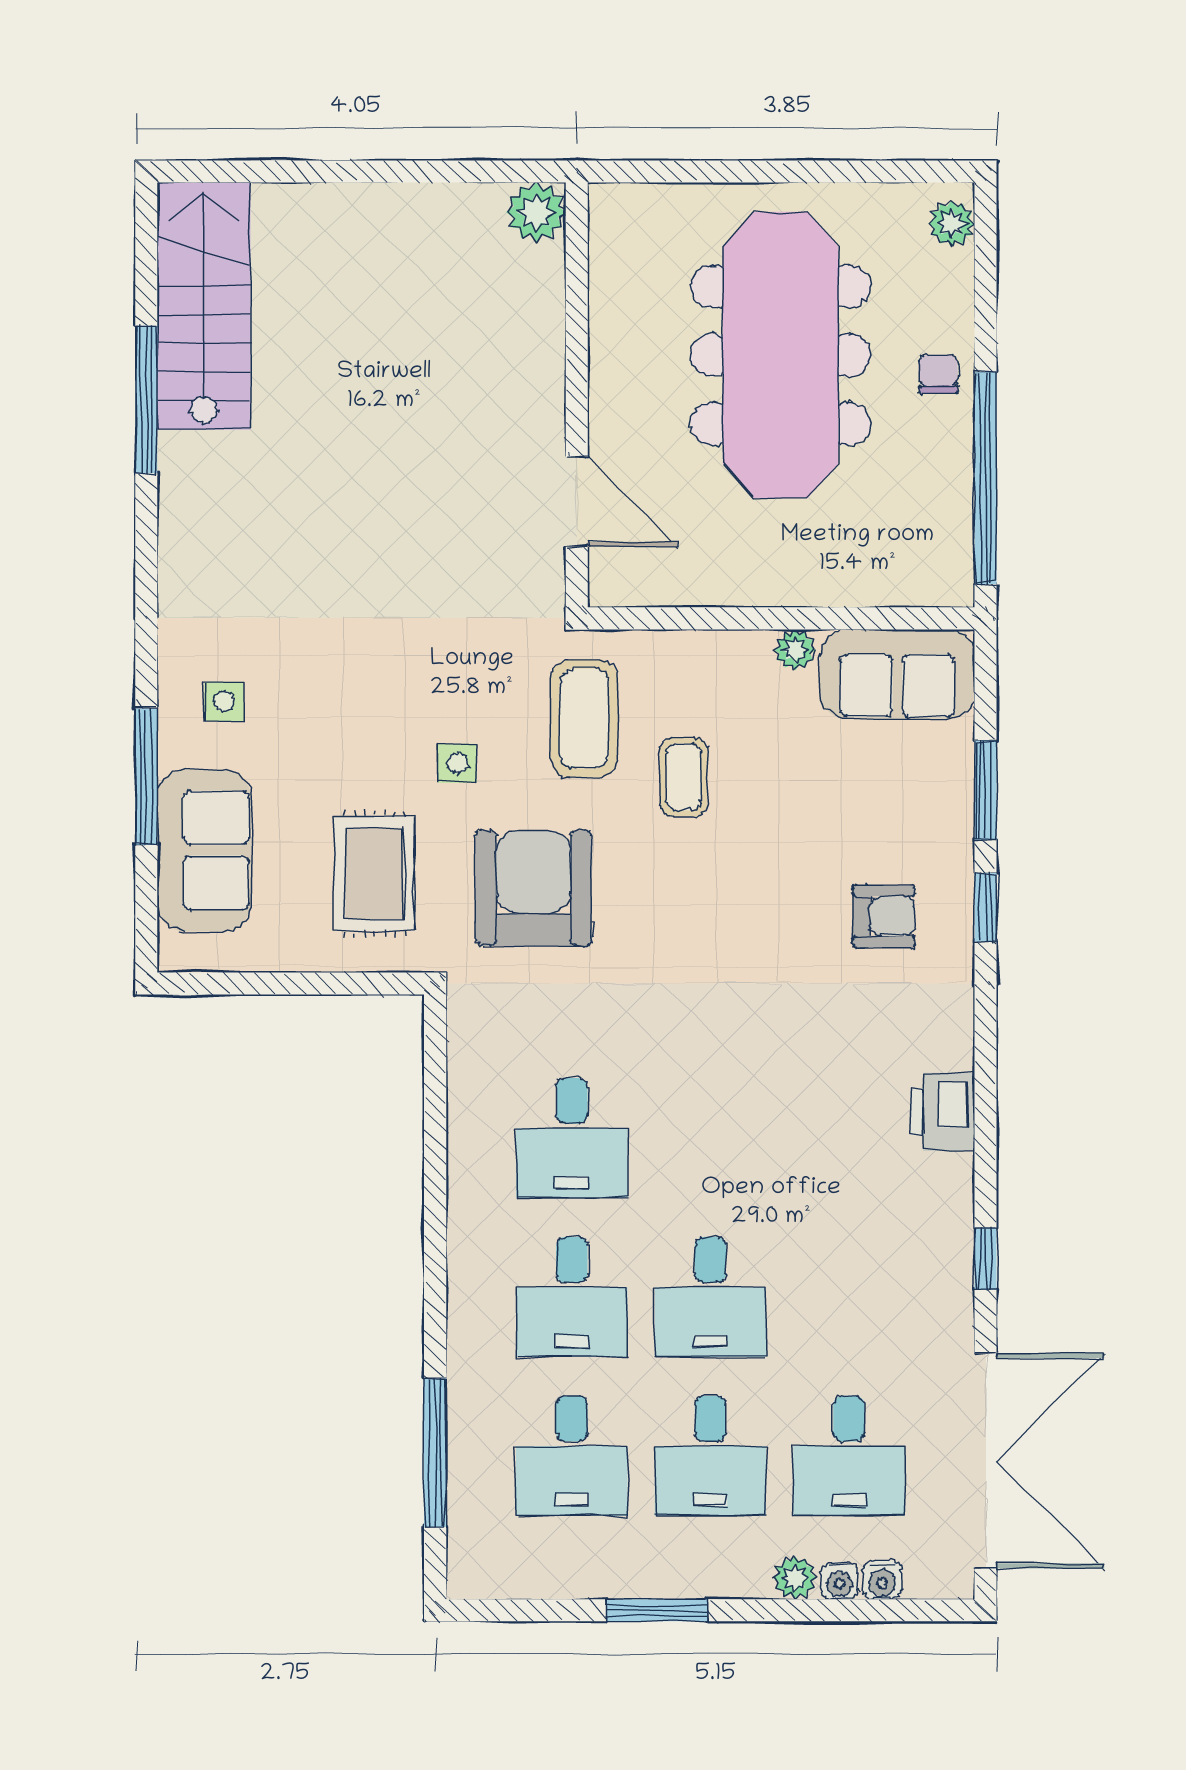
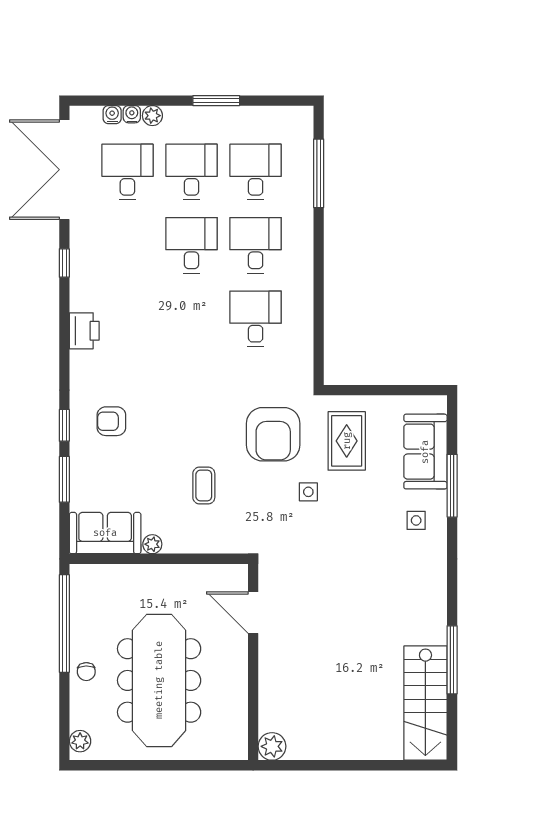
coffee table: (584, 718) -> (250, 513), removed

